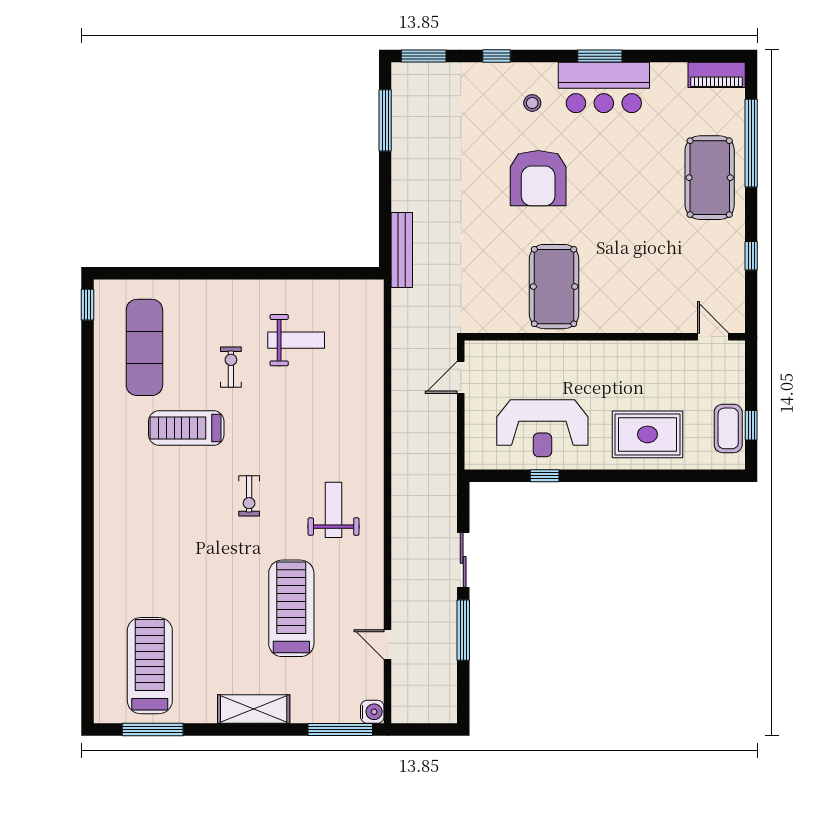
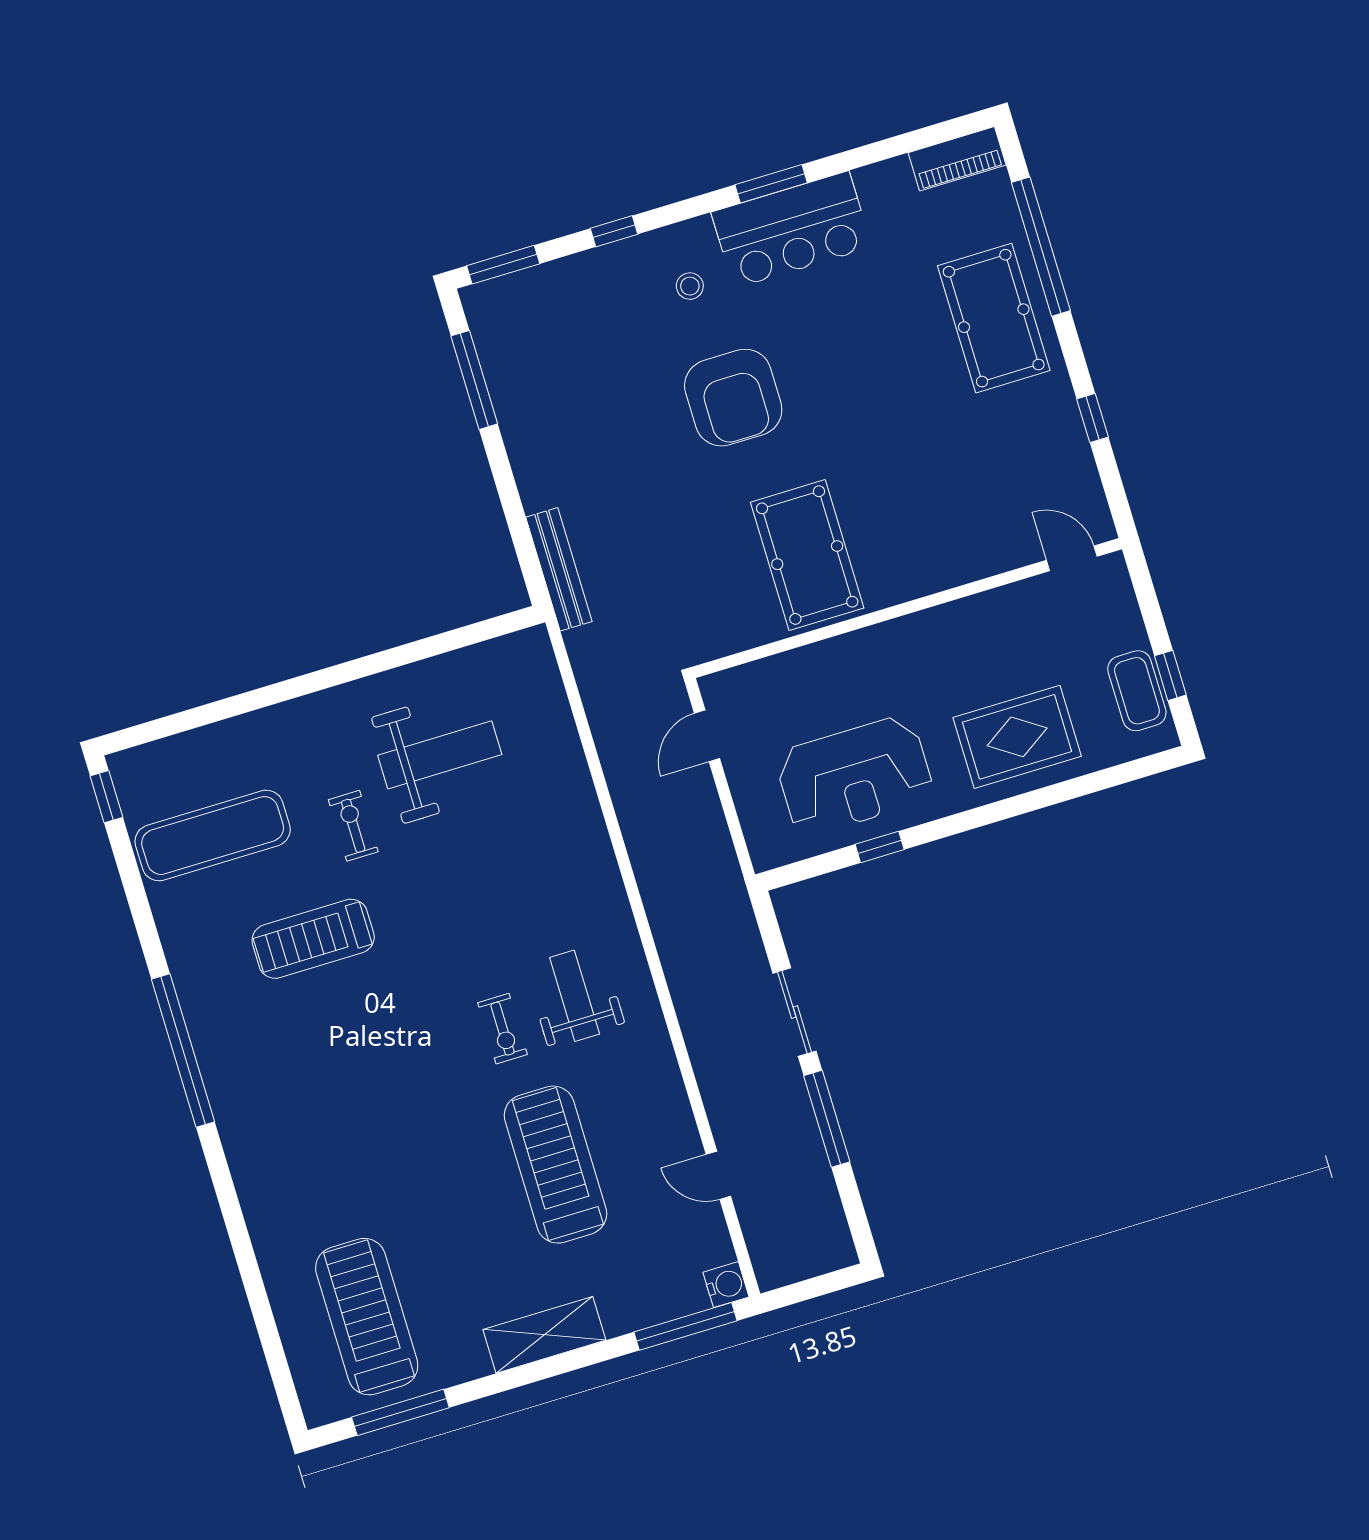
weight bench: (296, 340) -> (440, 755), width x1.36, depth x1.33
exercise mat: (144, 347) -> (213, 836), turned 90
window: (87, 472) -> (183, 1050), added
exercise bike: (249, 496) -> (503, 1029), moved

